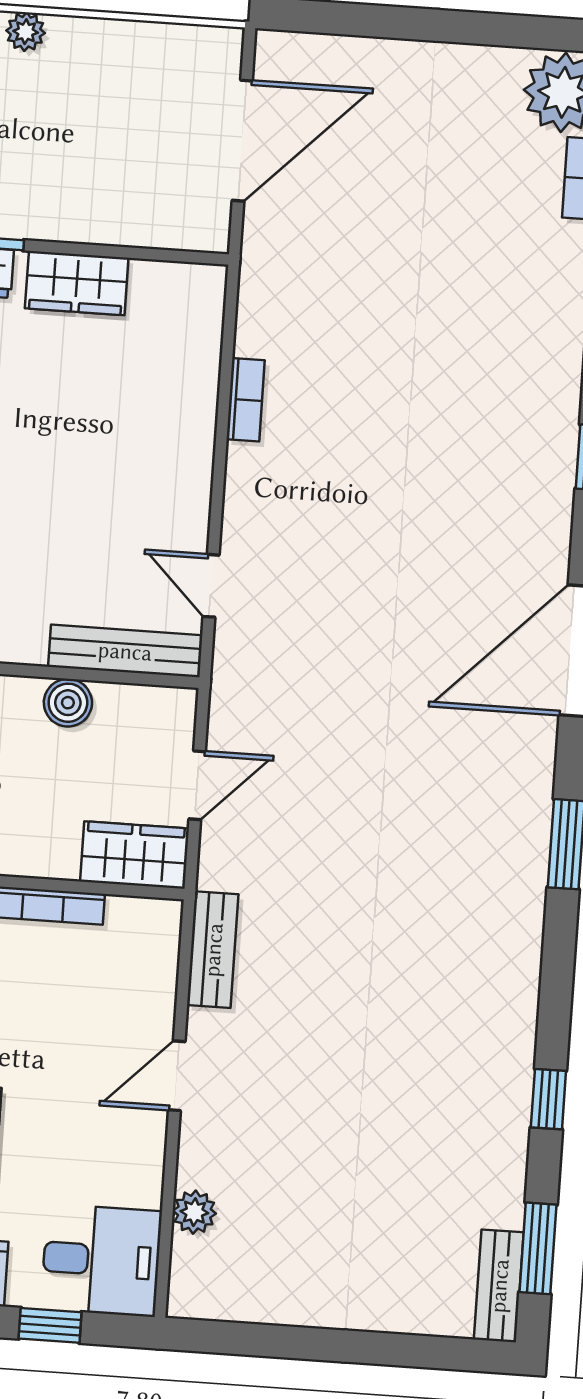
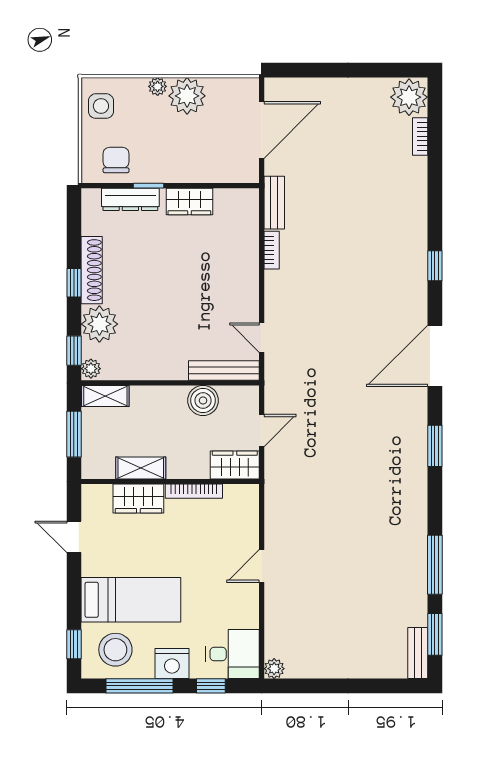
plant: (87, 56) -> (187, 96), added
boiler: (68, 703) -> (203, 400), width x1.36, depth x1.36
bench: (213, 950) -> (274, 203), moved
window: (548, 1099) -> (435, 565), width x2.17
plant: (194, 1212) -> (274, 669), moved

